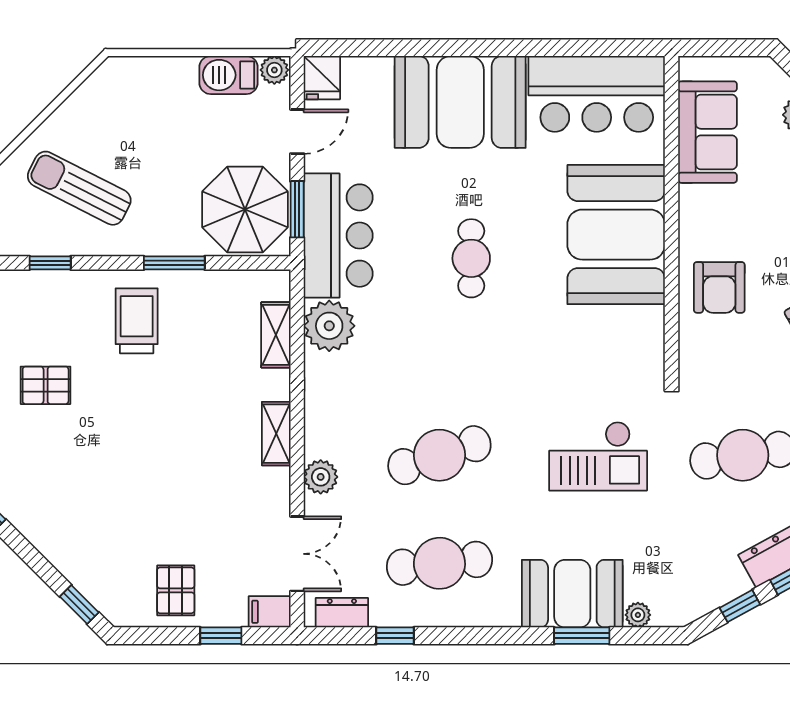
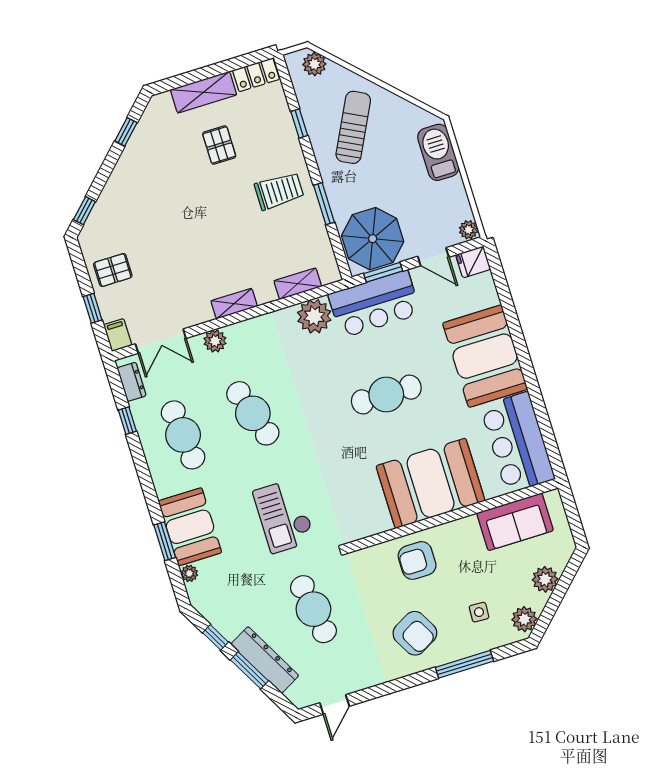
barbecue: (229, 75) -> (438, 152), moved, width x1.37, depth x1.21
cafe table: (471, 258) -> (386, 394), width x1.37, depth x1.35

